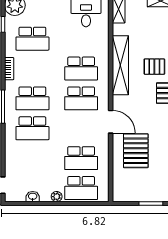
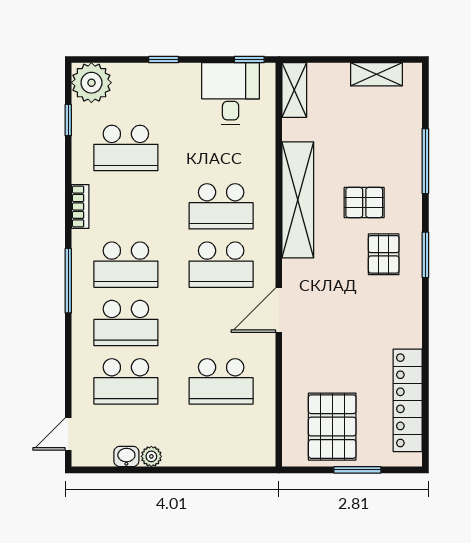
door: (111, 122) -> (279, 310), swing flipped
pallet: (136, 151) -> (332, 427), moved
school desk: (81, 188) -> (126, 381), moved
plant: (57, 197) -> (151, 456), moved

